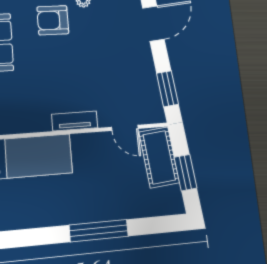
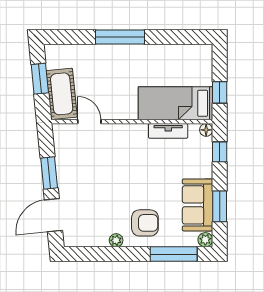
window: (167, 89) -> (49, 173), moved
tv unit: (75, 121) -> (168, 131), moved

